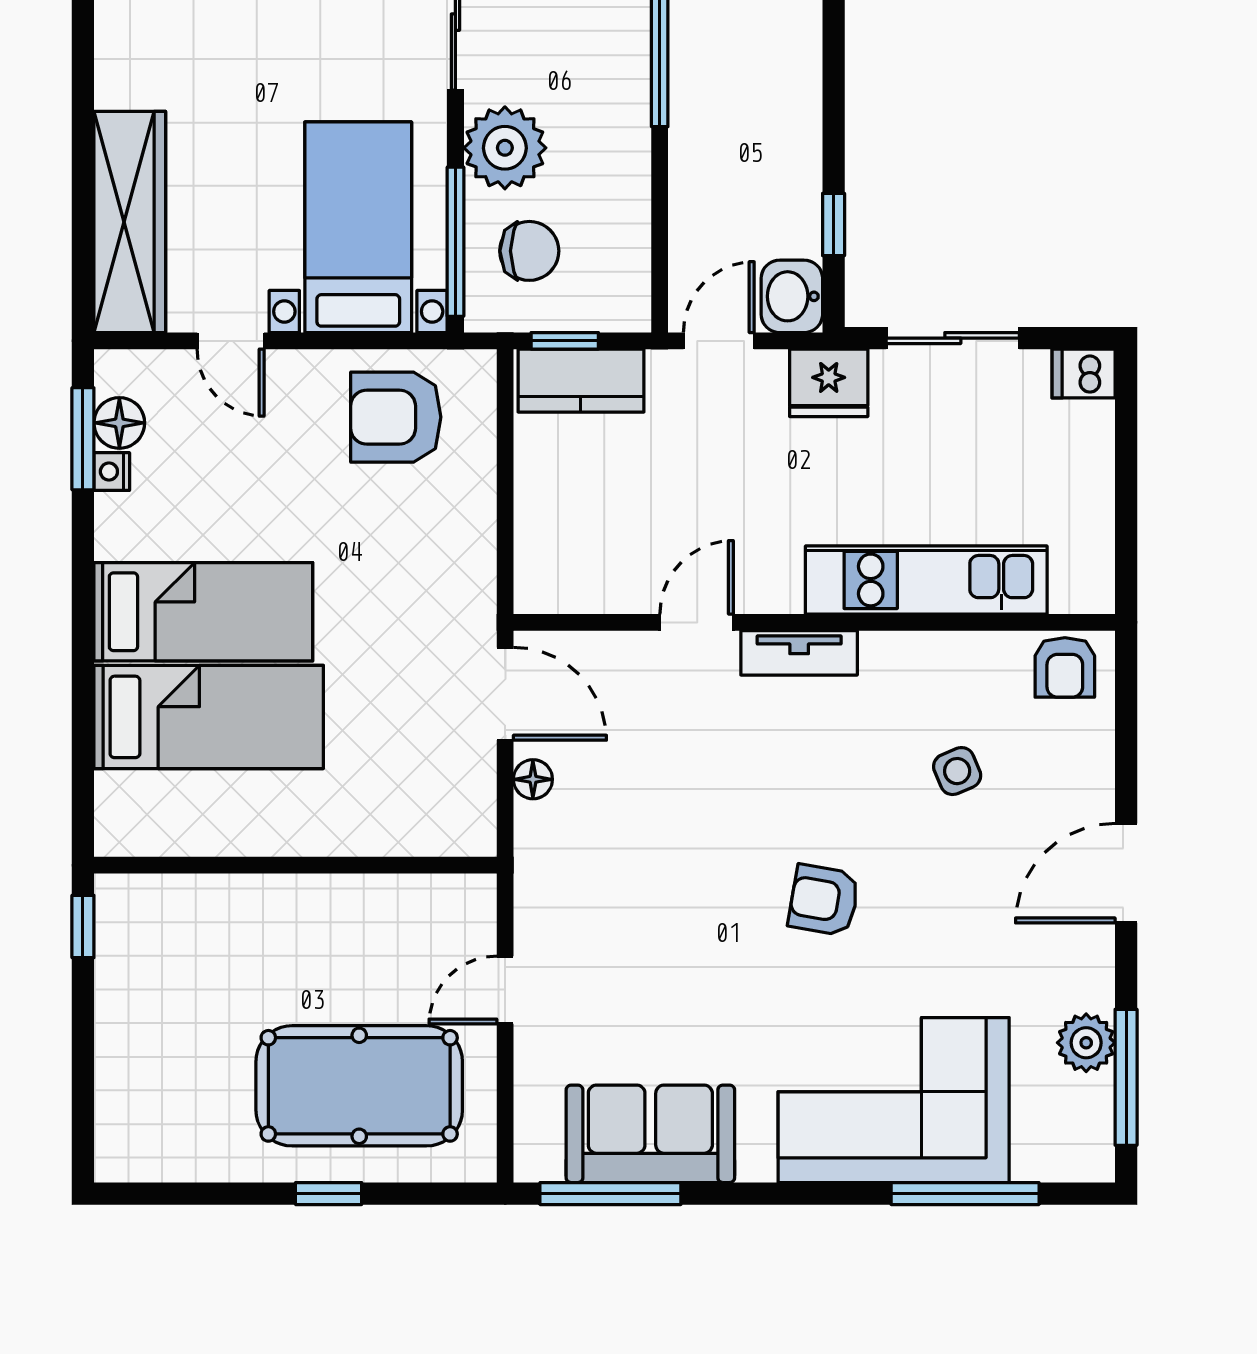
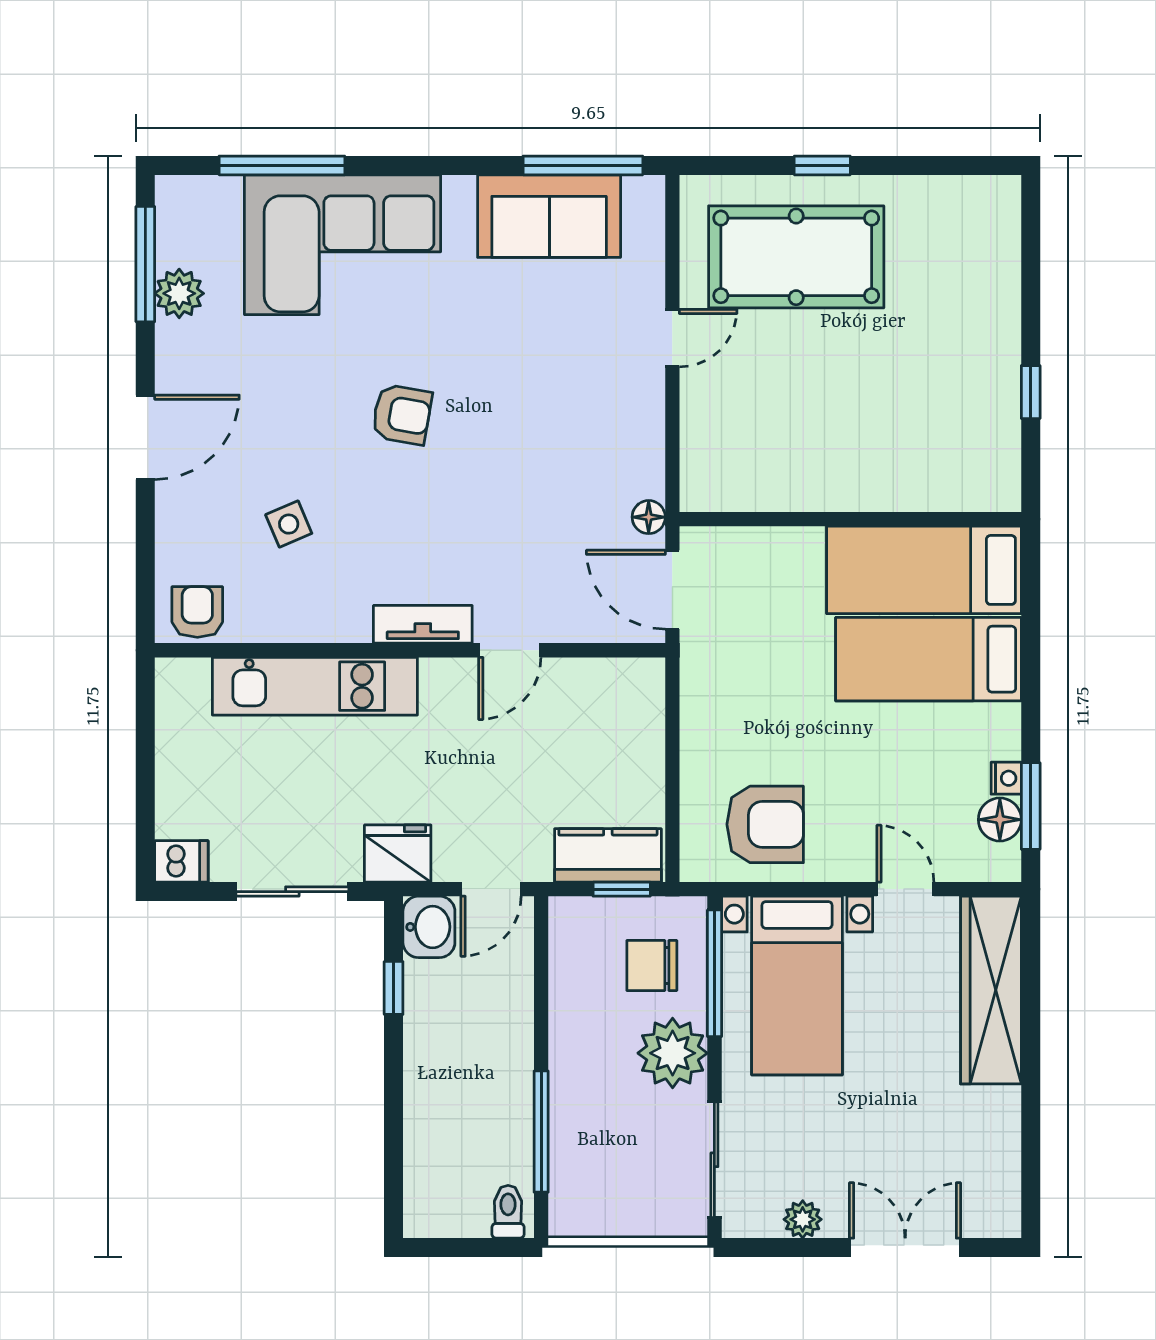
wall: (295, 865) -> (850, 519), moved

